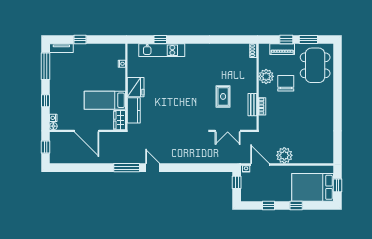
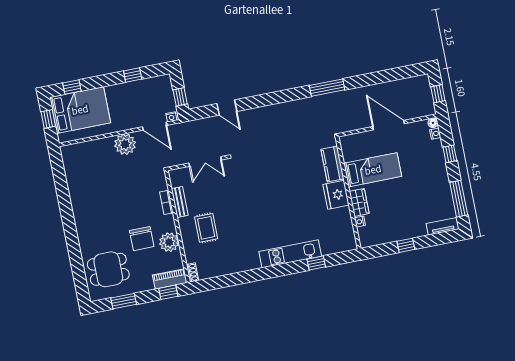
window: (80, 40) -> (406, 245), moved
window: (286, 40) -> (168, 292), moved
piano: (282, 49) -> (170, 279), moved
kitchen unit: (162, 50) -> (290, 254), moved
dining table: (315, 65) -> (108, 269), width x0.73
rug: (223, 96) -> (206, 228), moved
wardrobe: (120, 120) -> (359, 202), moved
double door: (228, 131) -> (205, 162), swing flipped
door: (153, 168) -> (227, 107), moved
window: (296, 205) -> (72, 87), moved

